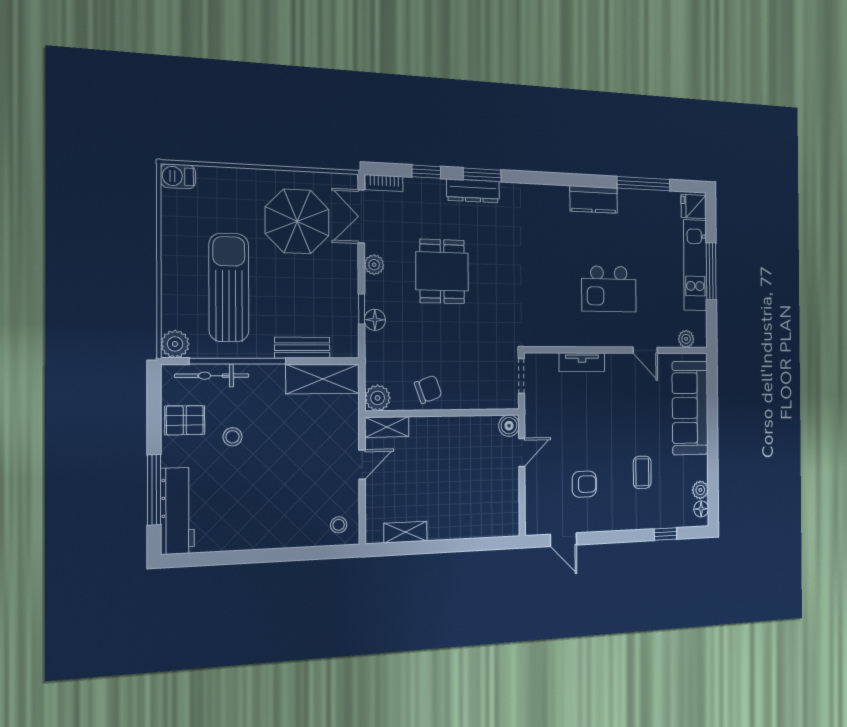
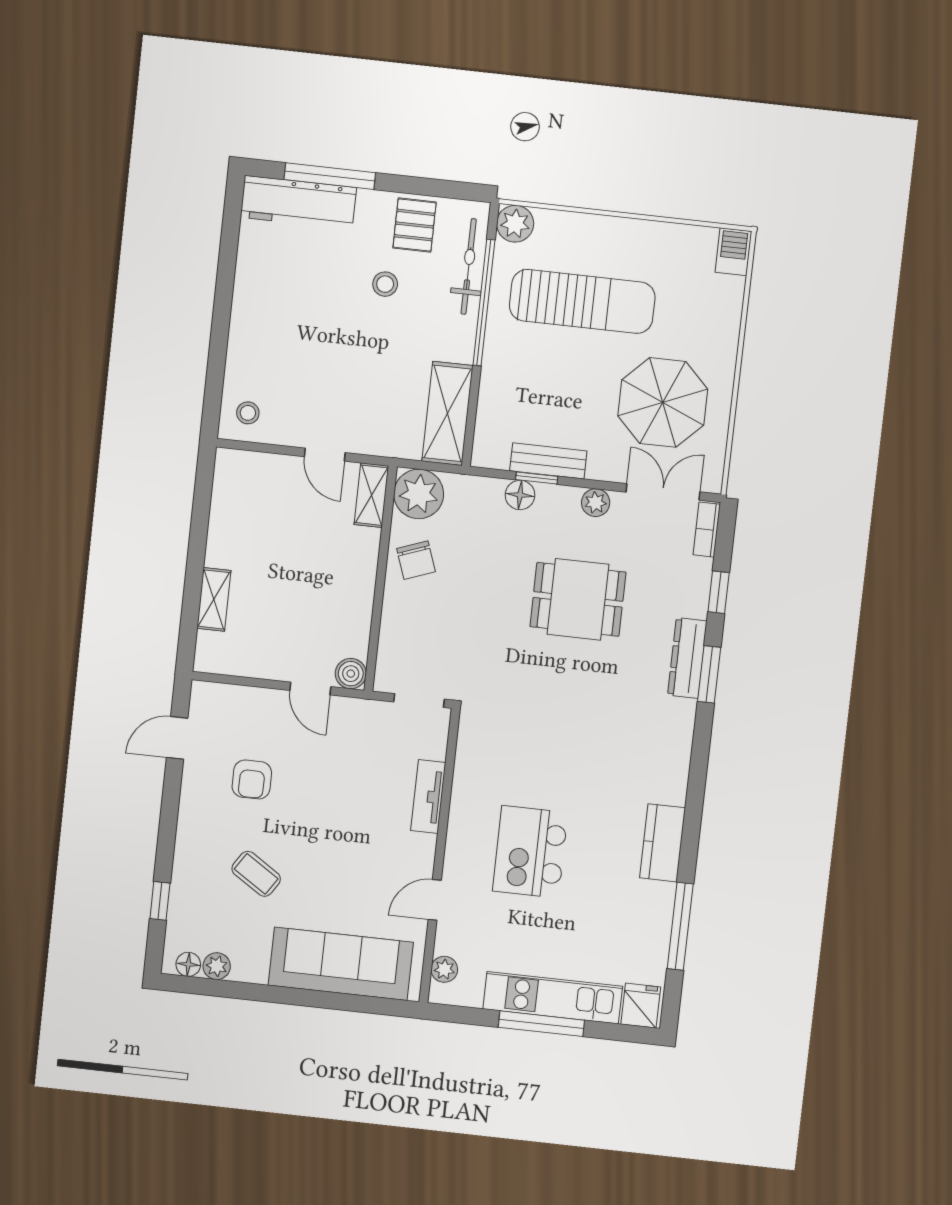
bench: (302, 348) -> (548, 461), moved, turned 90
plant: (378, 398) -> (419, 494), width x1.36, depth x1.36
coffee table: (642, 472) -> (256, 874), turned 33
shelving: (405, 532) -> (214, 599), moved

